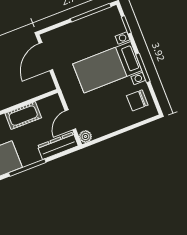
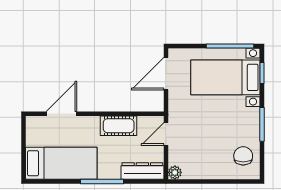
bed with nightstands: (107, 67) -> (225, 77), moved
chair: (137, 100) -> (243, 156), turned 90
door: (70, 120) -> (166, 134), moved

